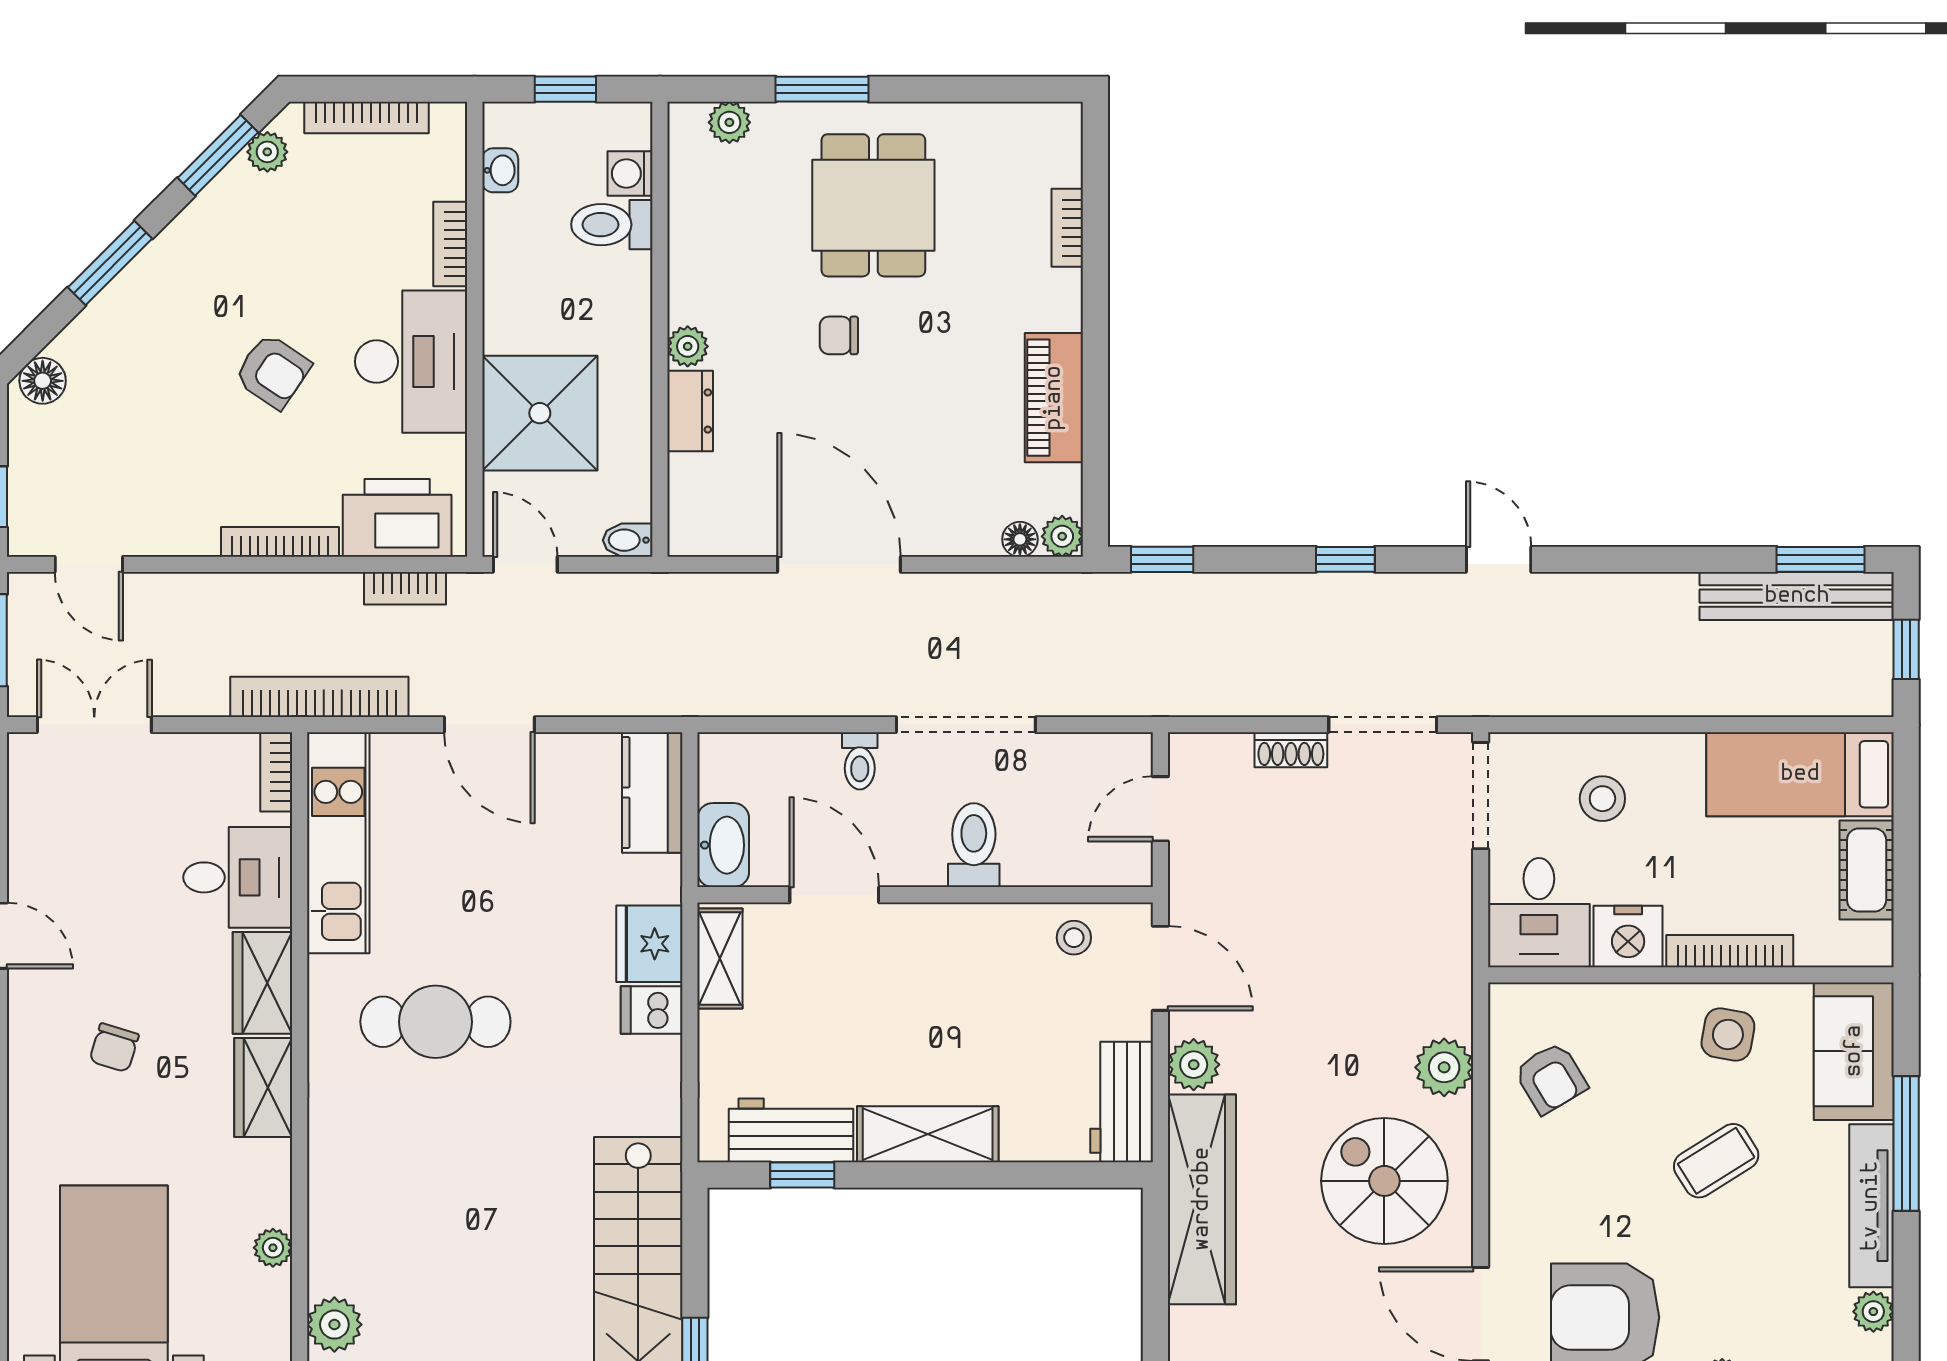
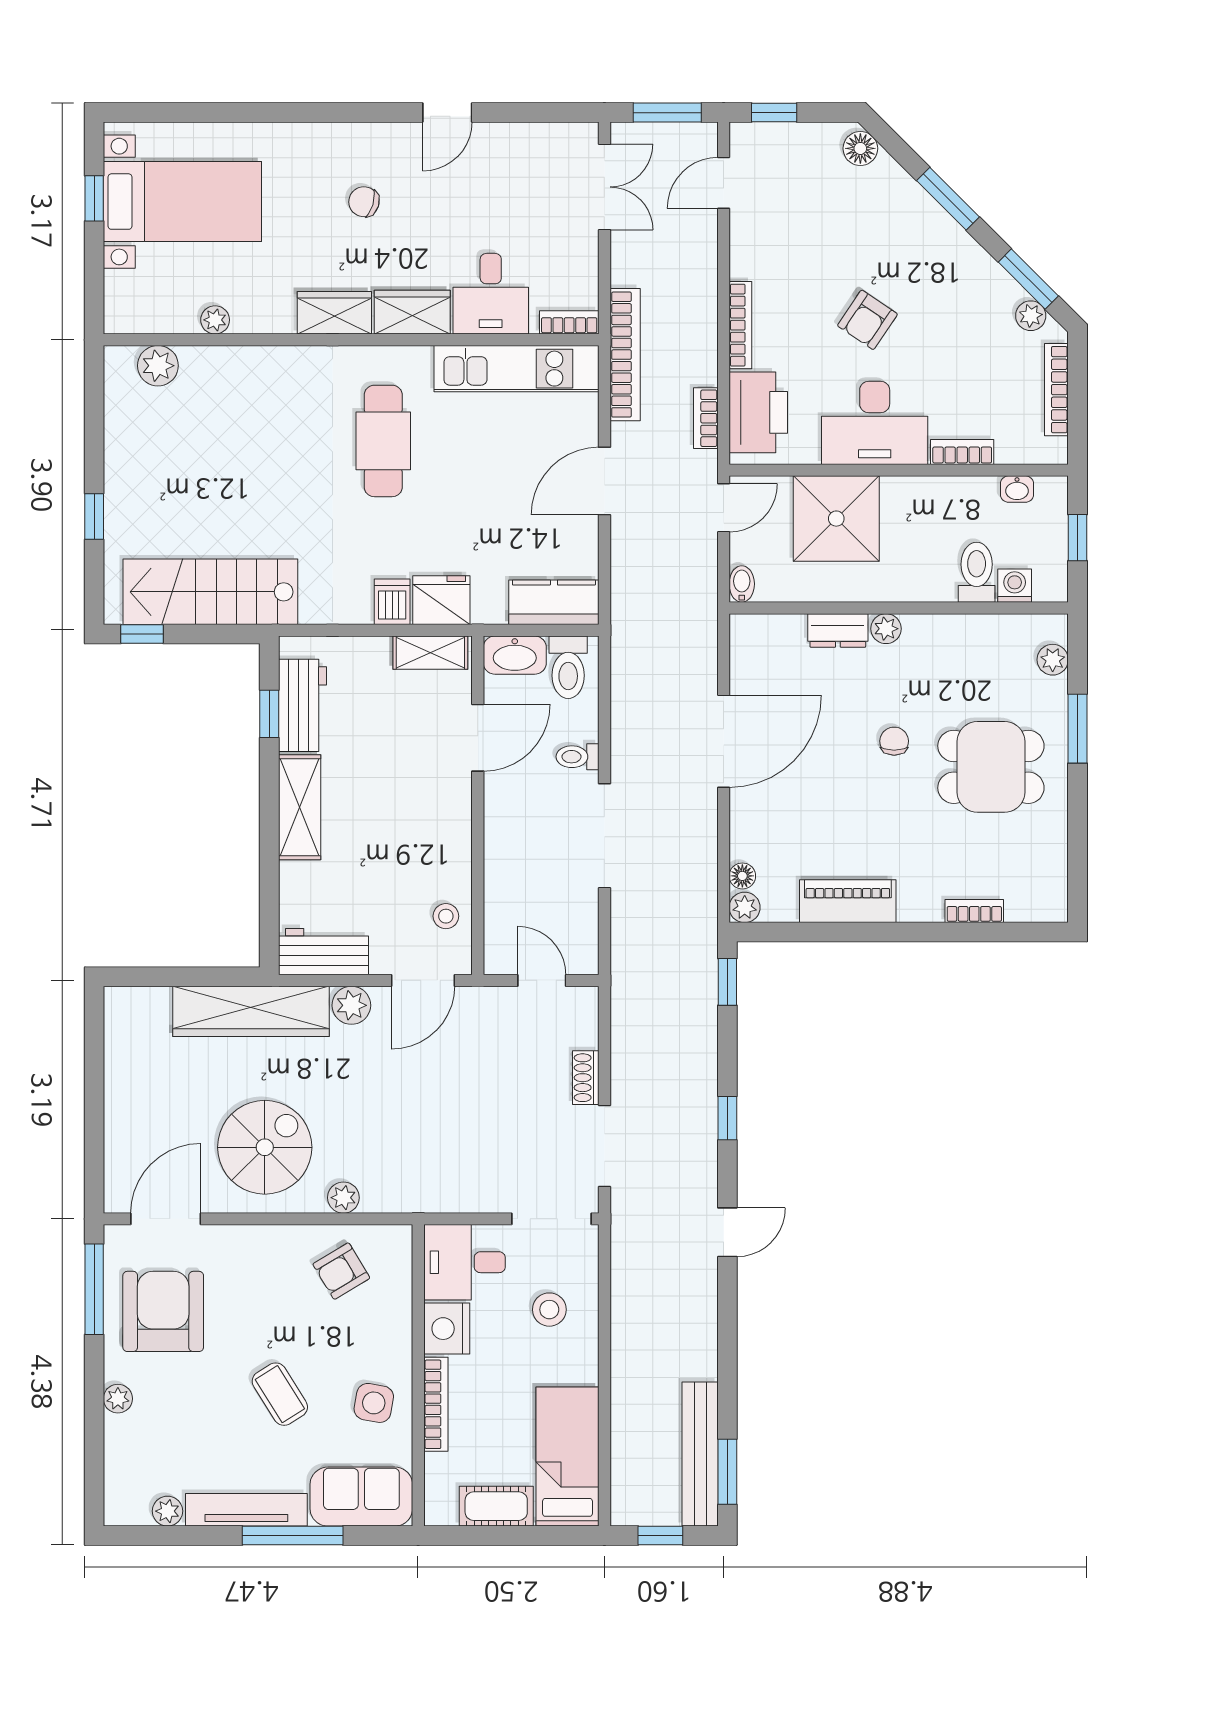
toilet: (974, 845) -> (568, 667), moved, turned 90
plant: (1444, 1067) -> (343, 1198), width x0.73, depth x0.73

